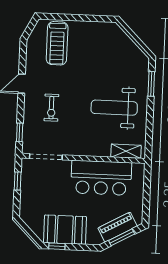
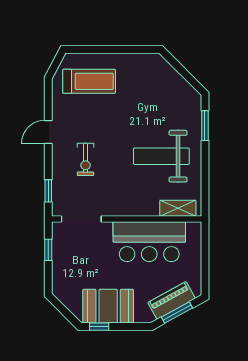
treadmill: (57, 43) -> (89, 81), turned -90

